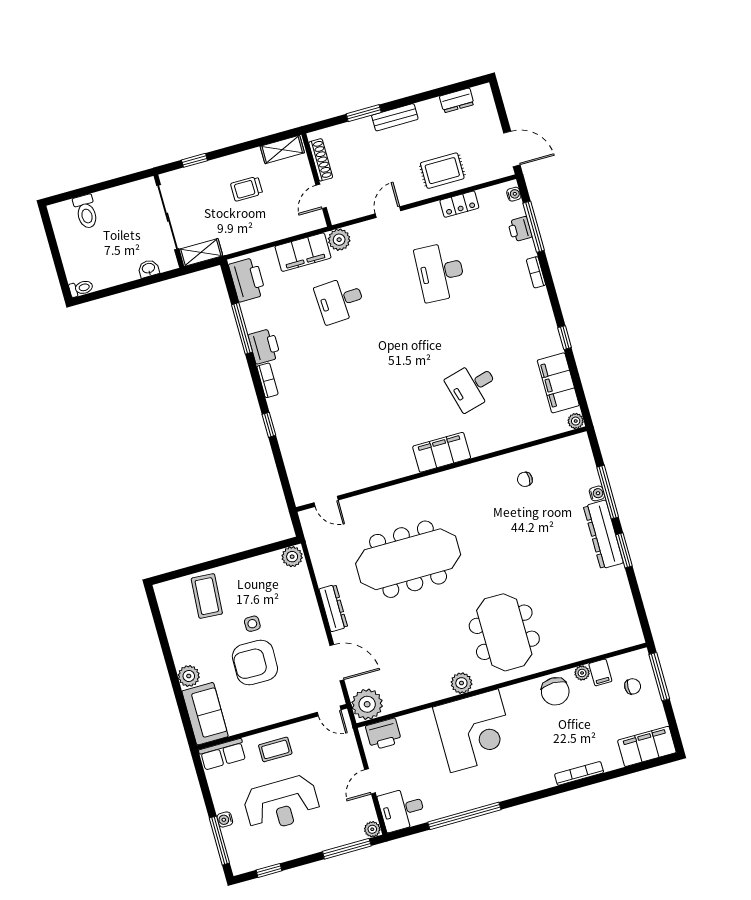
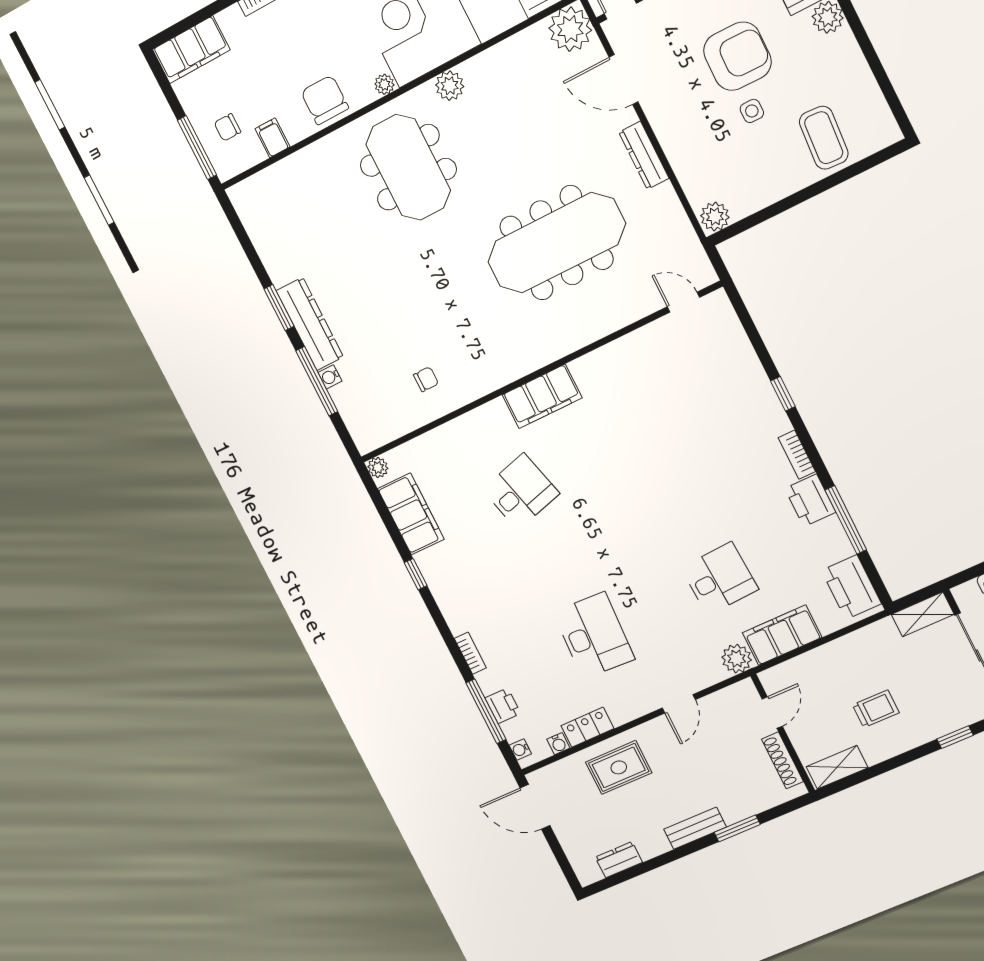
water cooler: (484, 195) -> (558, 744), added
plant: (582, 673) -> (384, 84), moved

